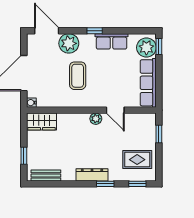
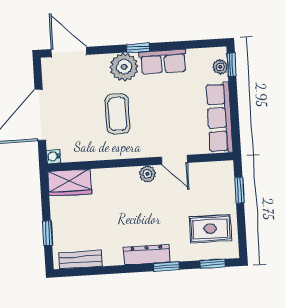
plant: (69, 43) -> (124, 67), moved
plant: (146, 48) -> (220, 67), width x0.53, depth x0.53

